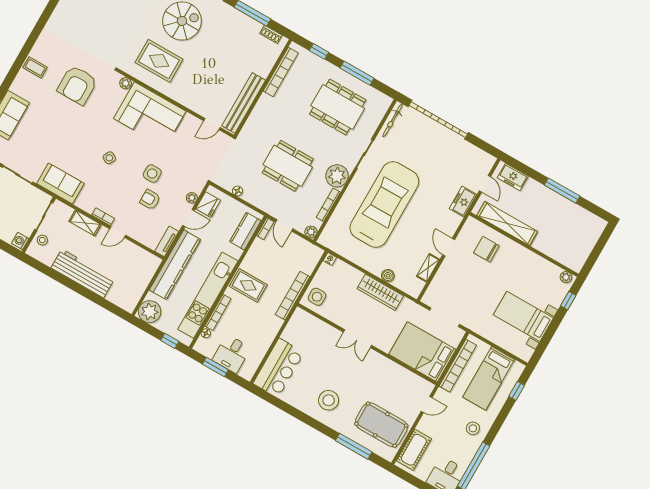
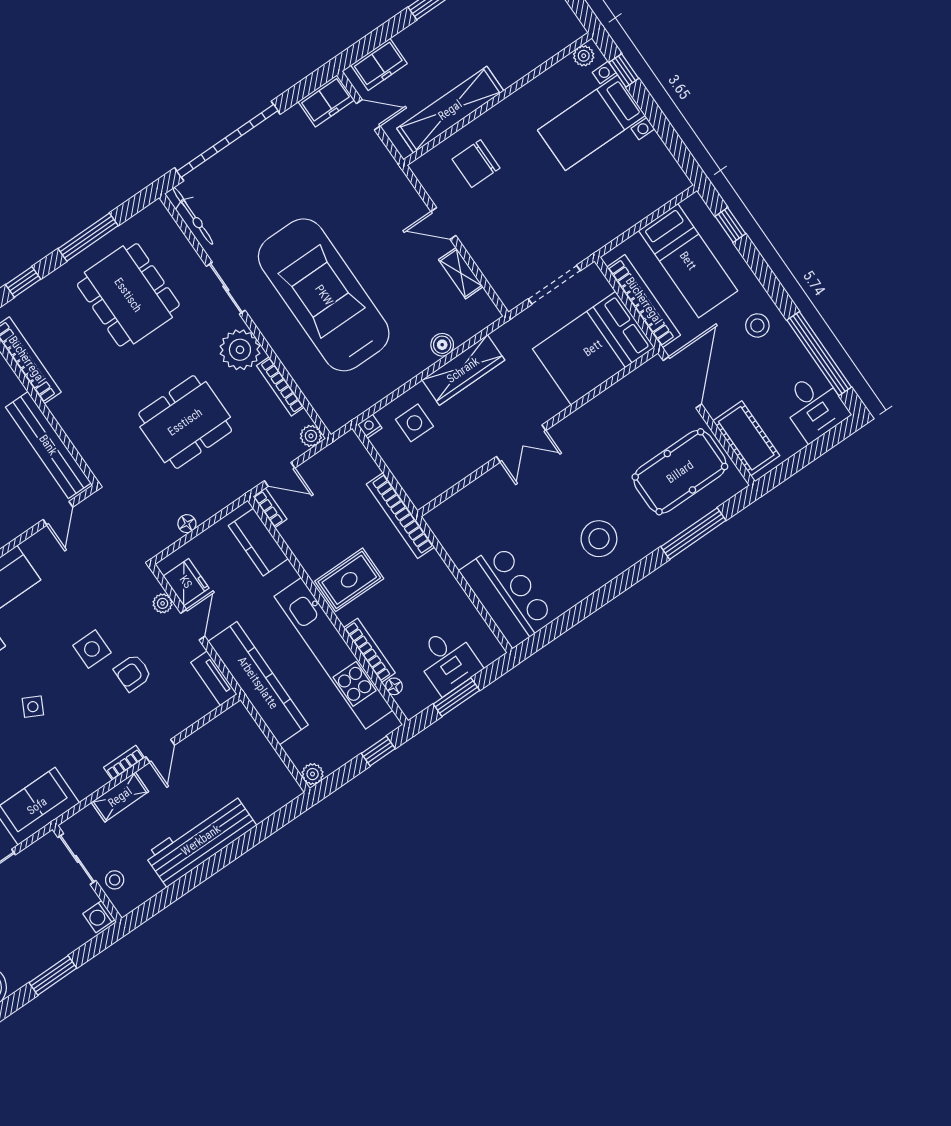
dining table: (338, 107) -> (128, 295), turned 90
freezer: (463, 202) -> (326, 101), moved, turned -90
side table: (317, 297) -> (414, 423), moved
plant: (150, 312) -> (313, 774), width x0.53, depth x0.53
bed with nightstands: (523, 316) -> (591, 123), moved
door: (427, 404) -> (682, 382), width x1.87

